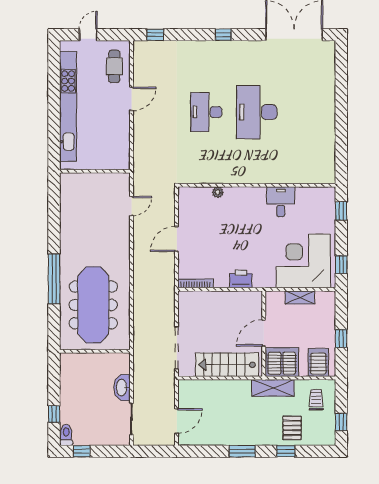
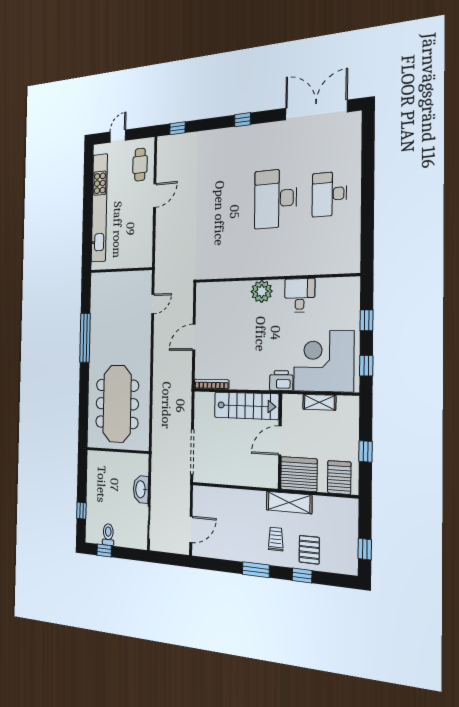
desk: (206, 112) -> (329, 194), moved
plant: (218, 192) -> (262, 291), moved, width x1.87, depth x1.87
window: (341, 211) -> (367, 320), moved
window: (54, 279) -> (85, 338), moved
printer: (241, 279) -> (281, 381), moved
stairs: (227, 365) -> (246, 406), moved, turned 180
trolley: (316, 400) -> (276, 539), moved
toilet: (66, 435) -> (108, 535), moved

